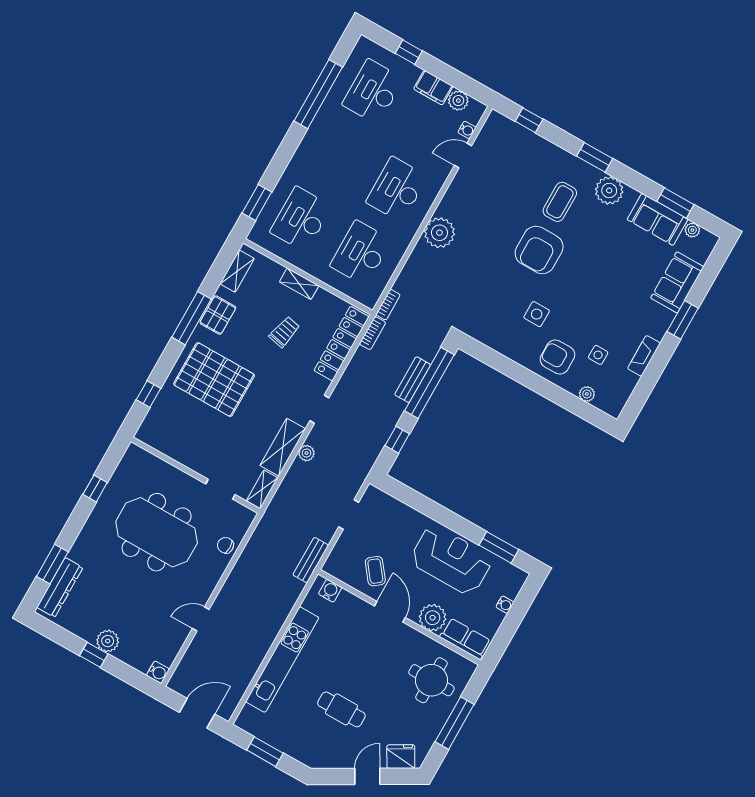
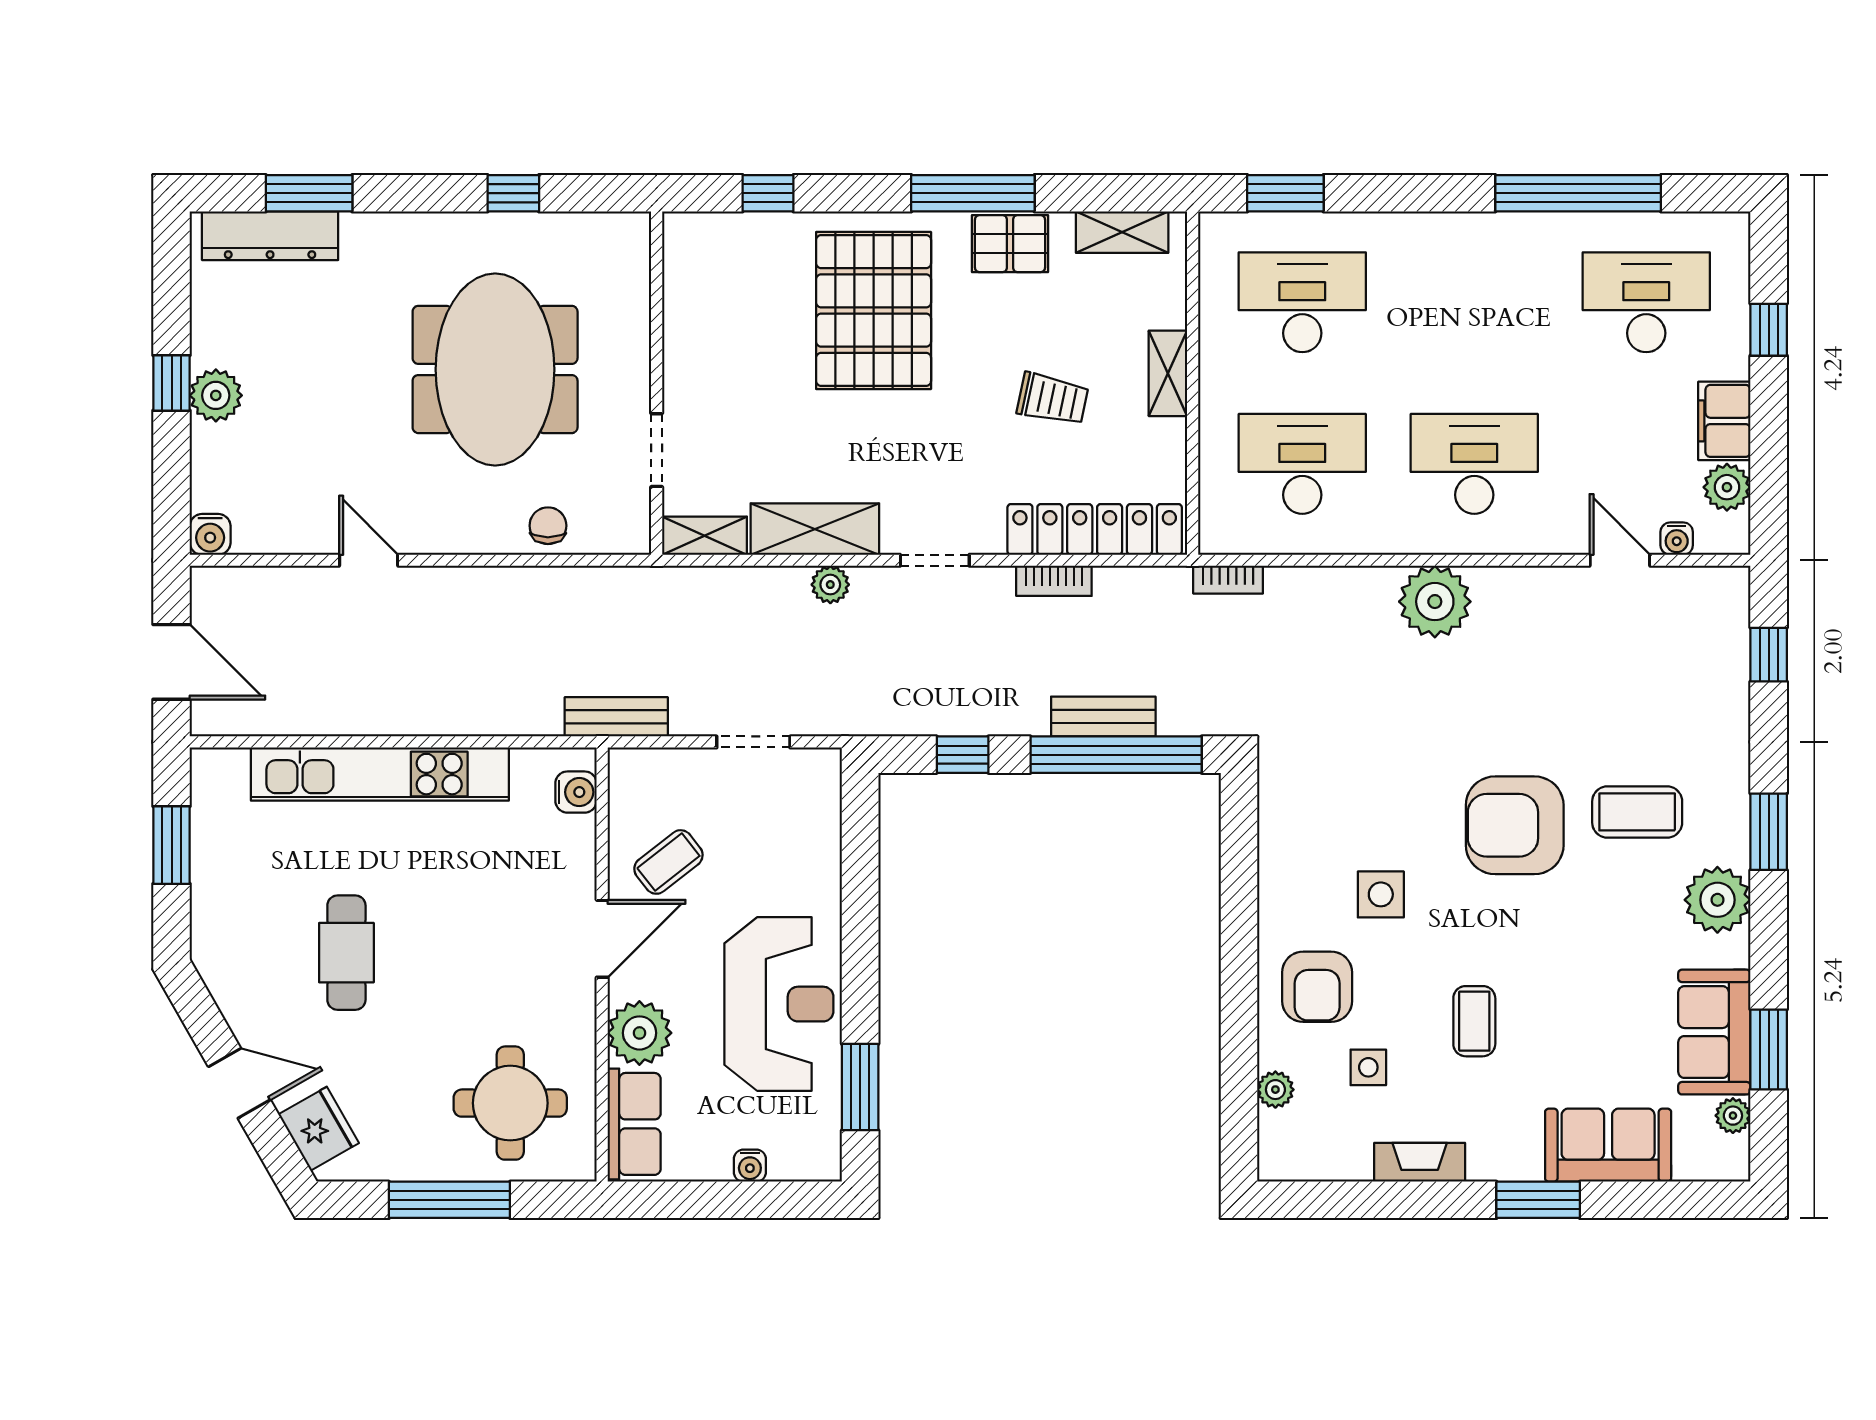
coffee table: (603, 306) -> (1474, 1021), added
bookcase: (372, 333) -> (1054, 581), moved
armchair: (557, 357) -> (1317, 987), turned 180

